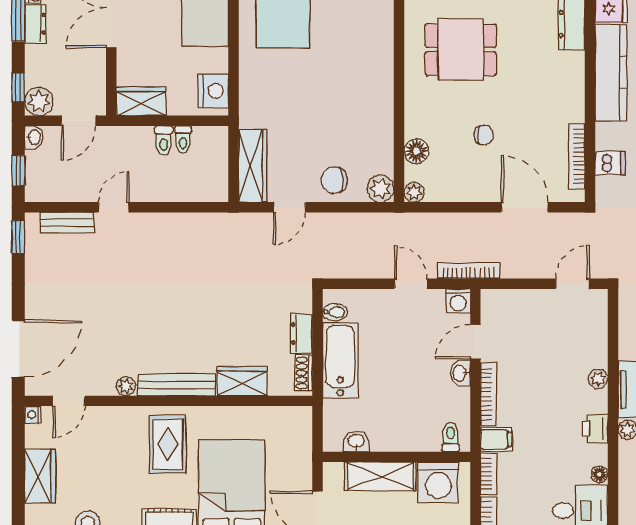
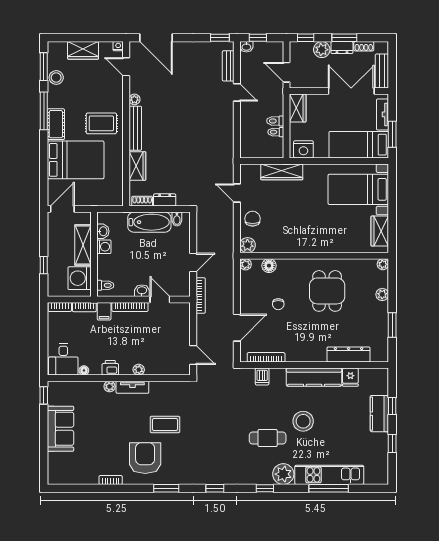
plant: (39, 101) -> (322, 50), moved
washbasin: (34, 137) -> (246, 47), moved
wardrobe: (253, 166) -> (282, 172), moved
washing machine: (458, 301) -> (104, 247), moved, turned 180

